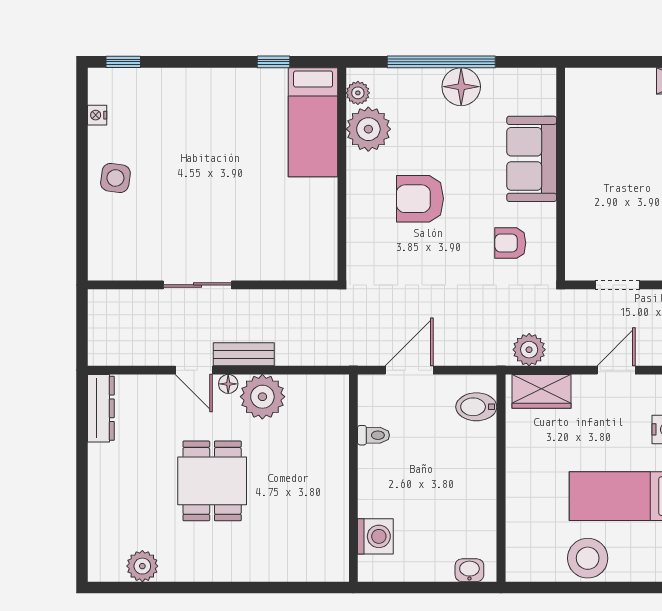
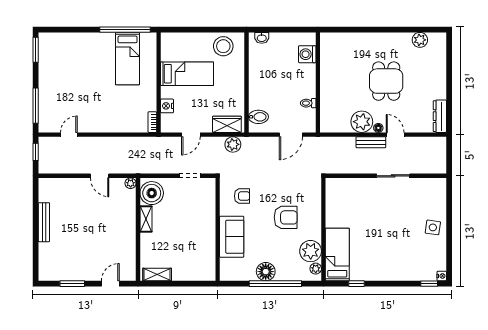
nightstand: (97, 115) -> (442, 276), moved
stool: (588, 558) -> (223, 46), moved

